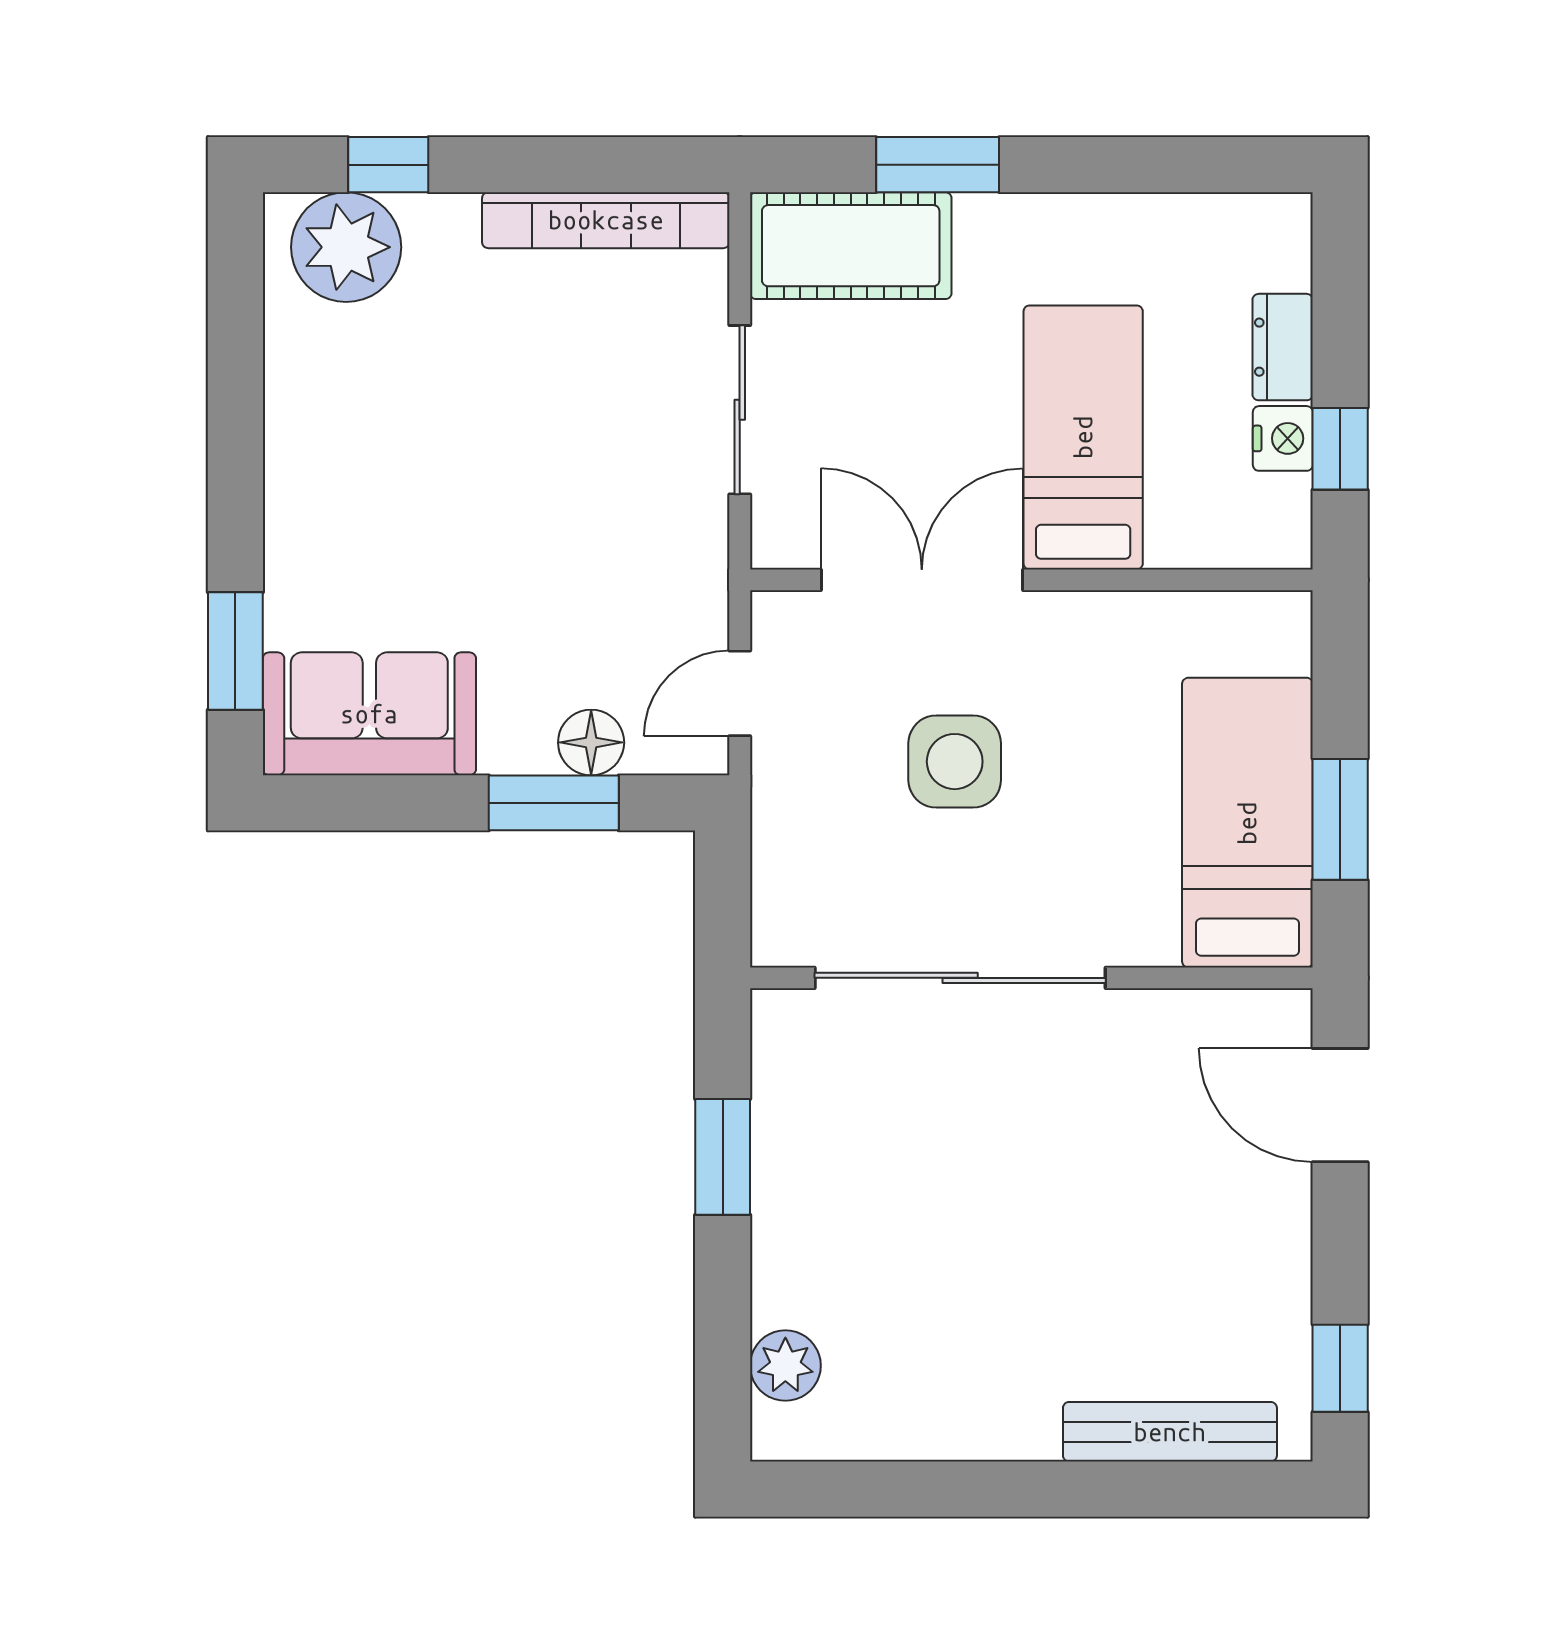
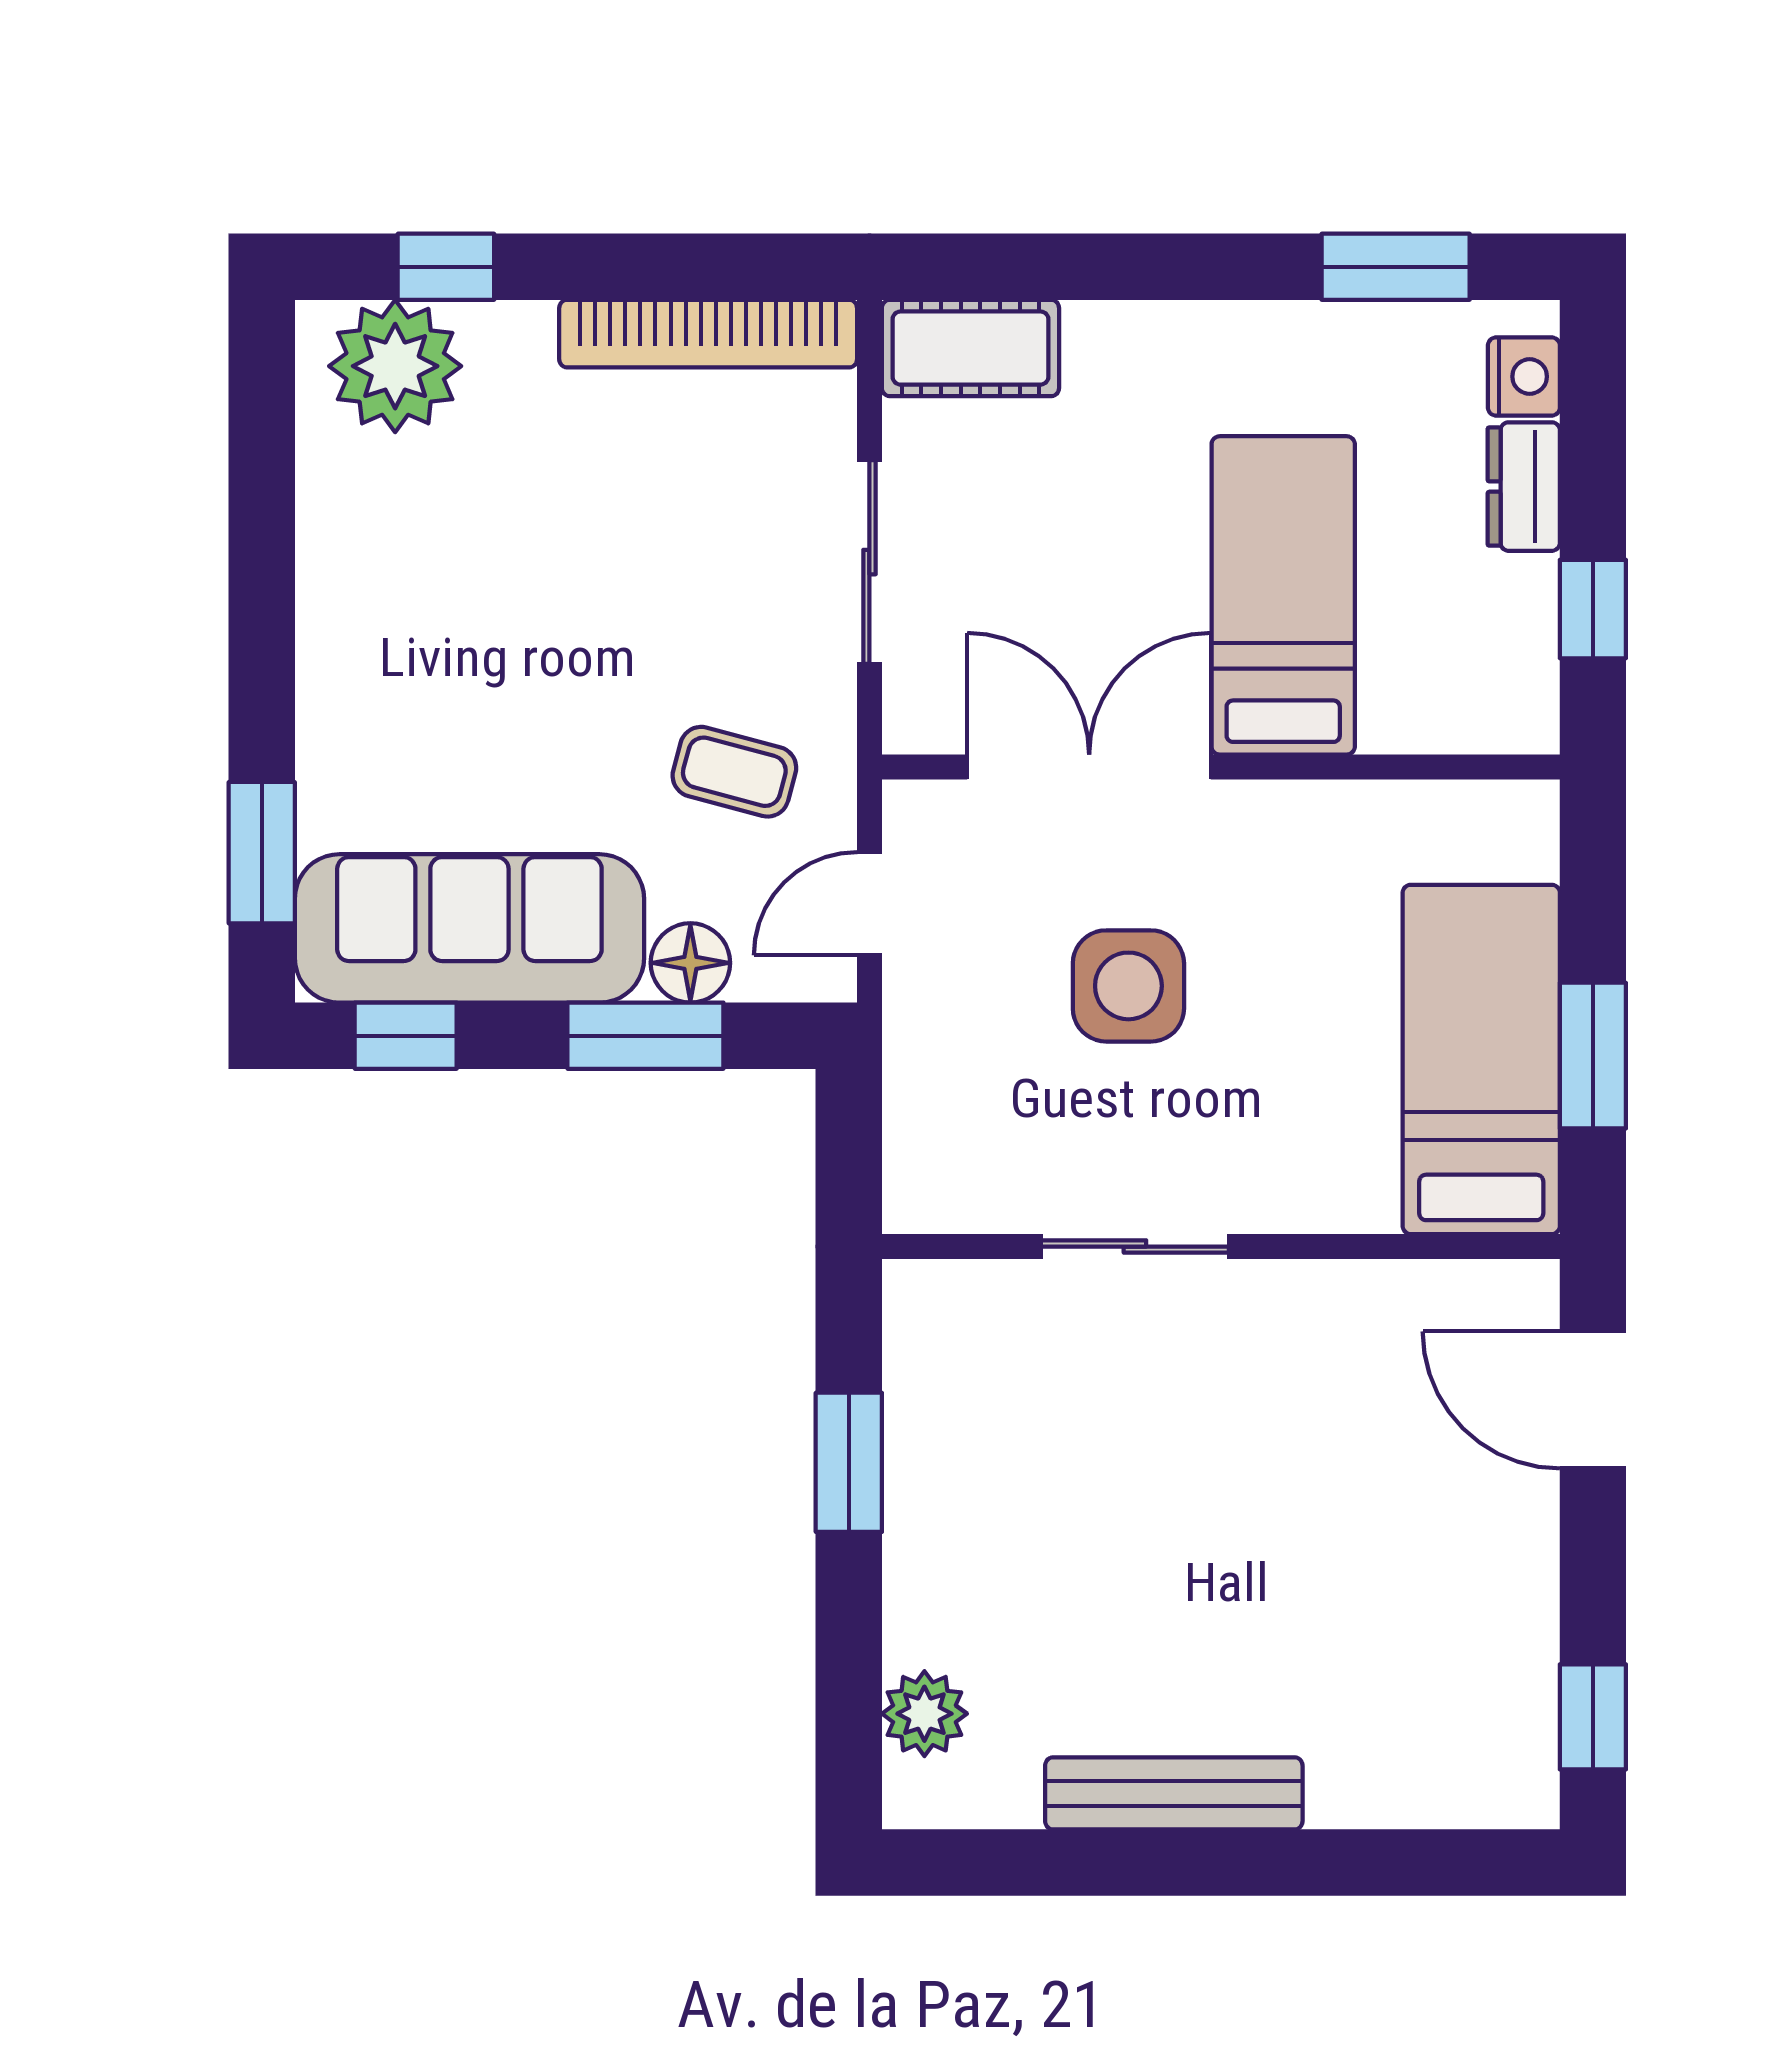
window: (938, 165) -> (1396, 267), moved
cot: (851, 246) -> (970, 348), width x0.73, depth x0.75
nightstand: (1283, 438) -> (1524, 377), moved
coffee table: (628, 584) -> (734, 772), added
sofa: (369, 714) -> (469, 928), width x1.36
window: (355, 803) -> (406, 1036), added
sliding door: (960, 978) -> (1135, 1247), width x0.54
bench: (1170, 1432) -> (1174, 1793), moved

